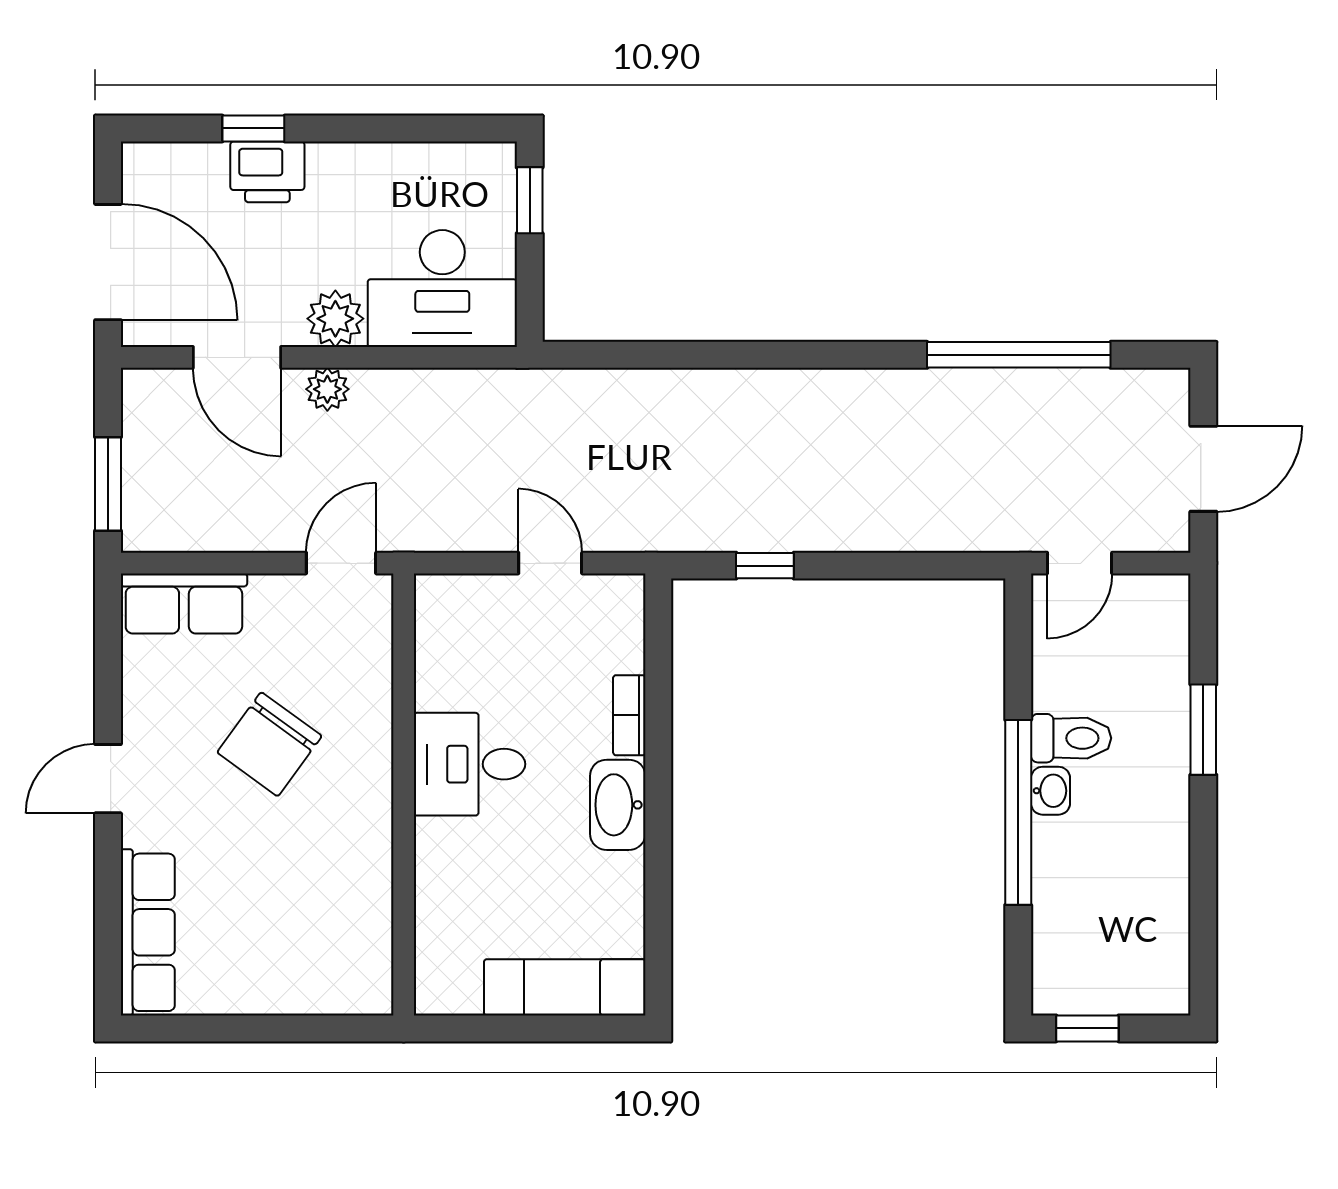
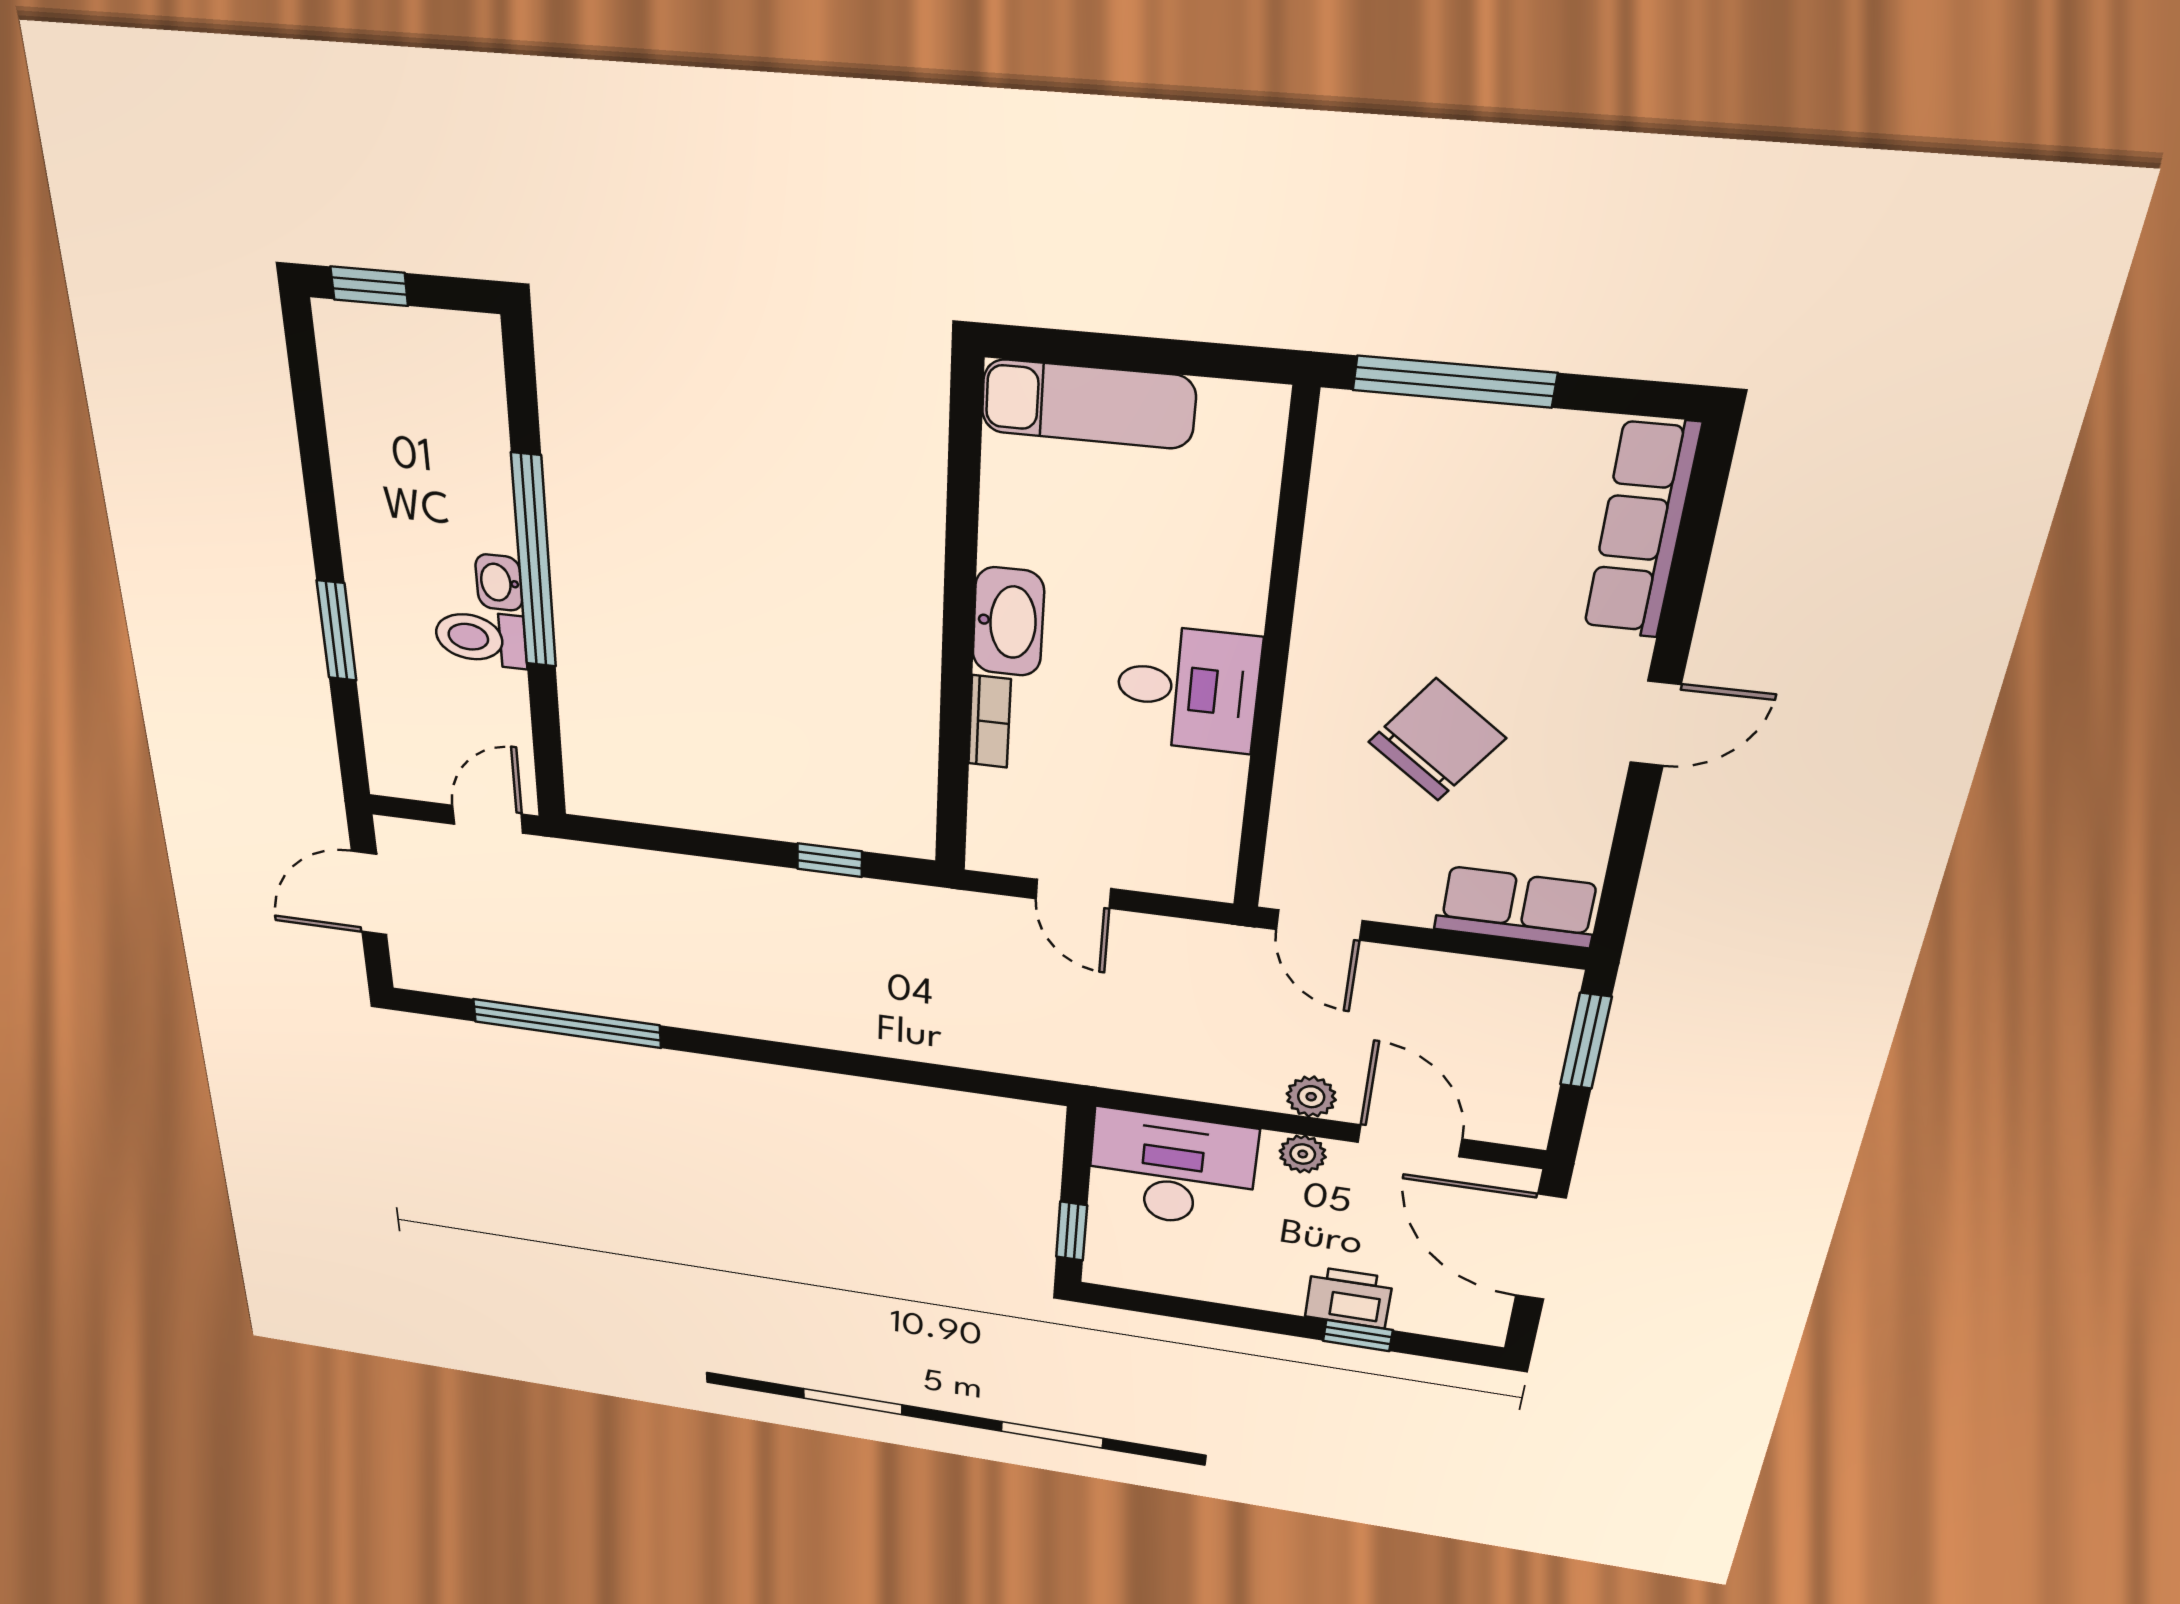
plant: (335, 319) -> (1303, 1154), width x0.73, depth x0.73
door: (341, 563) -> (1319, 925), hinge flipped
window: (298, 1028) -> (1454, 382), added
window: (1087, 1028) -> (369, 286), moved

